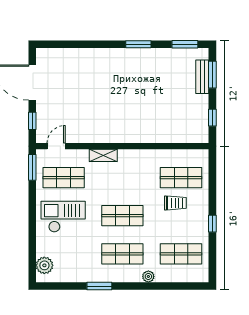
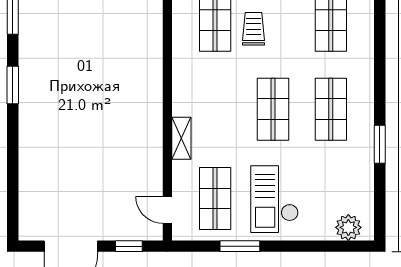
window: (32, 167) -> (240, 246), moved
plant: (148, 276) -> (365, 70), removed

